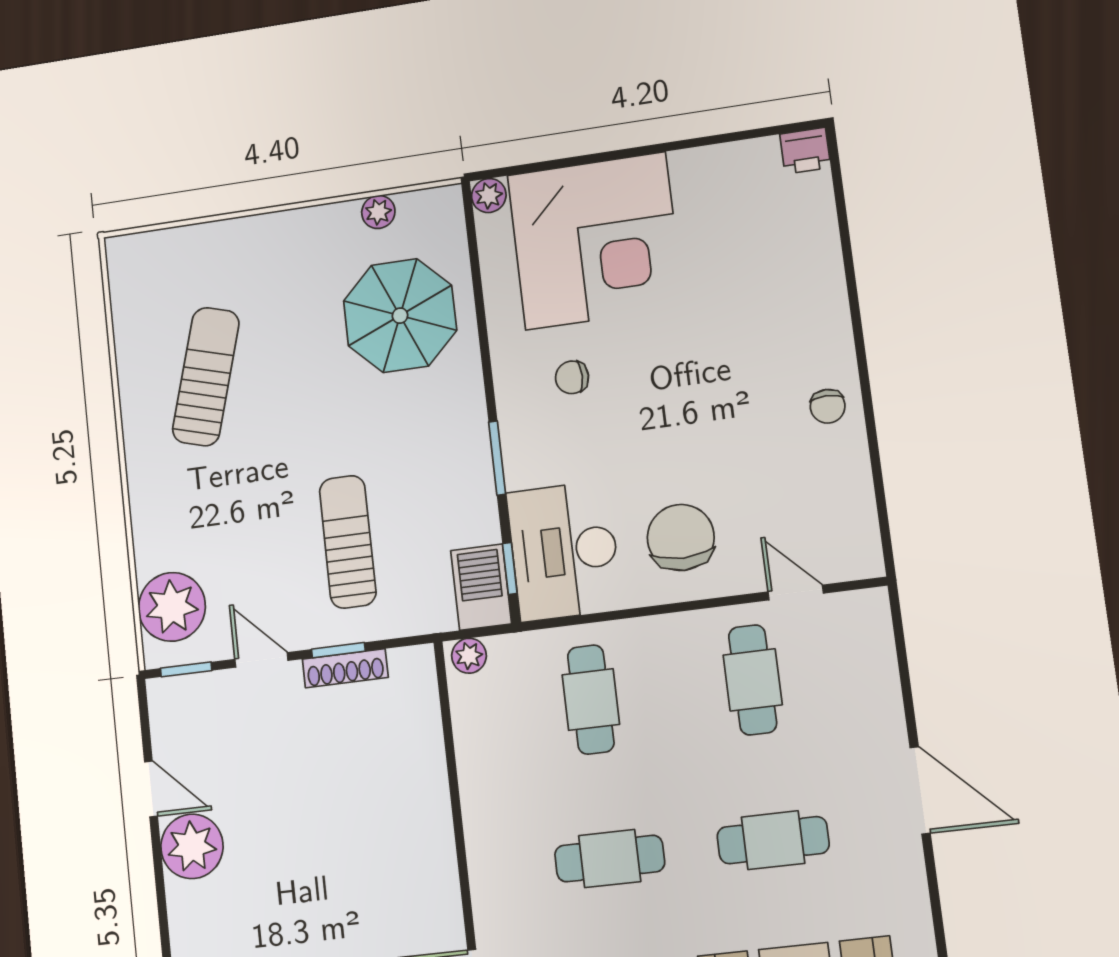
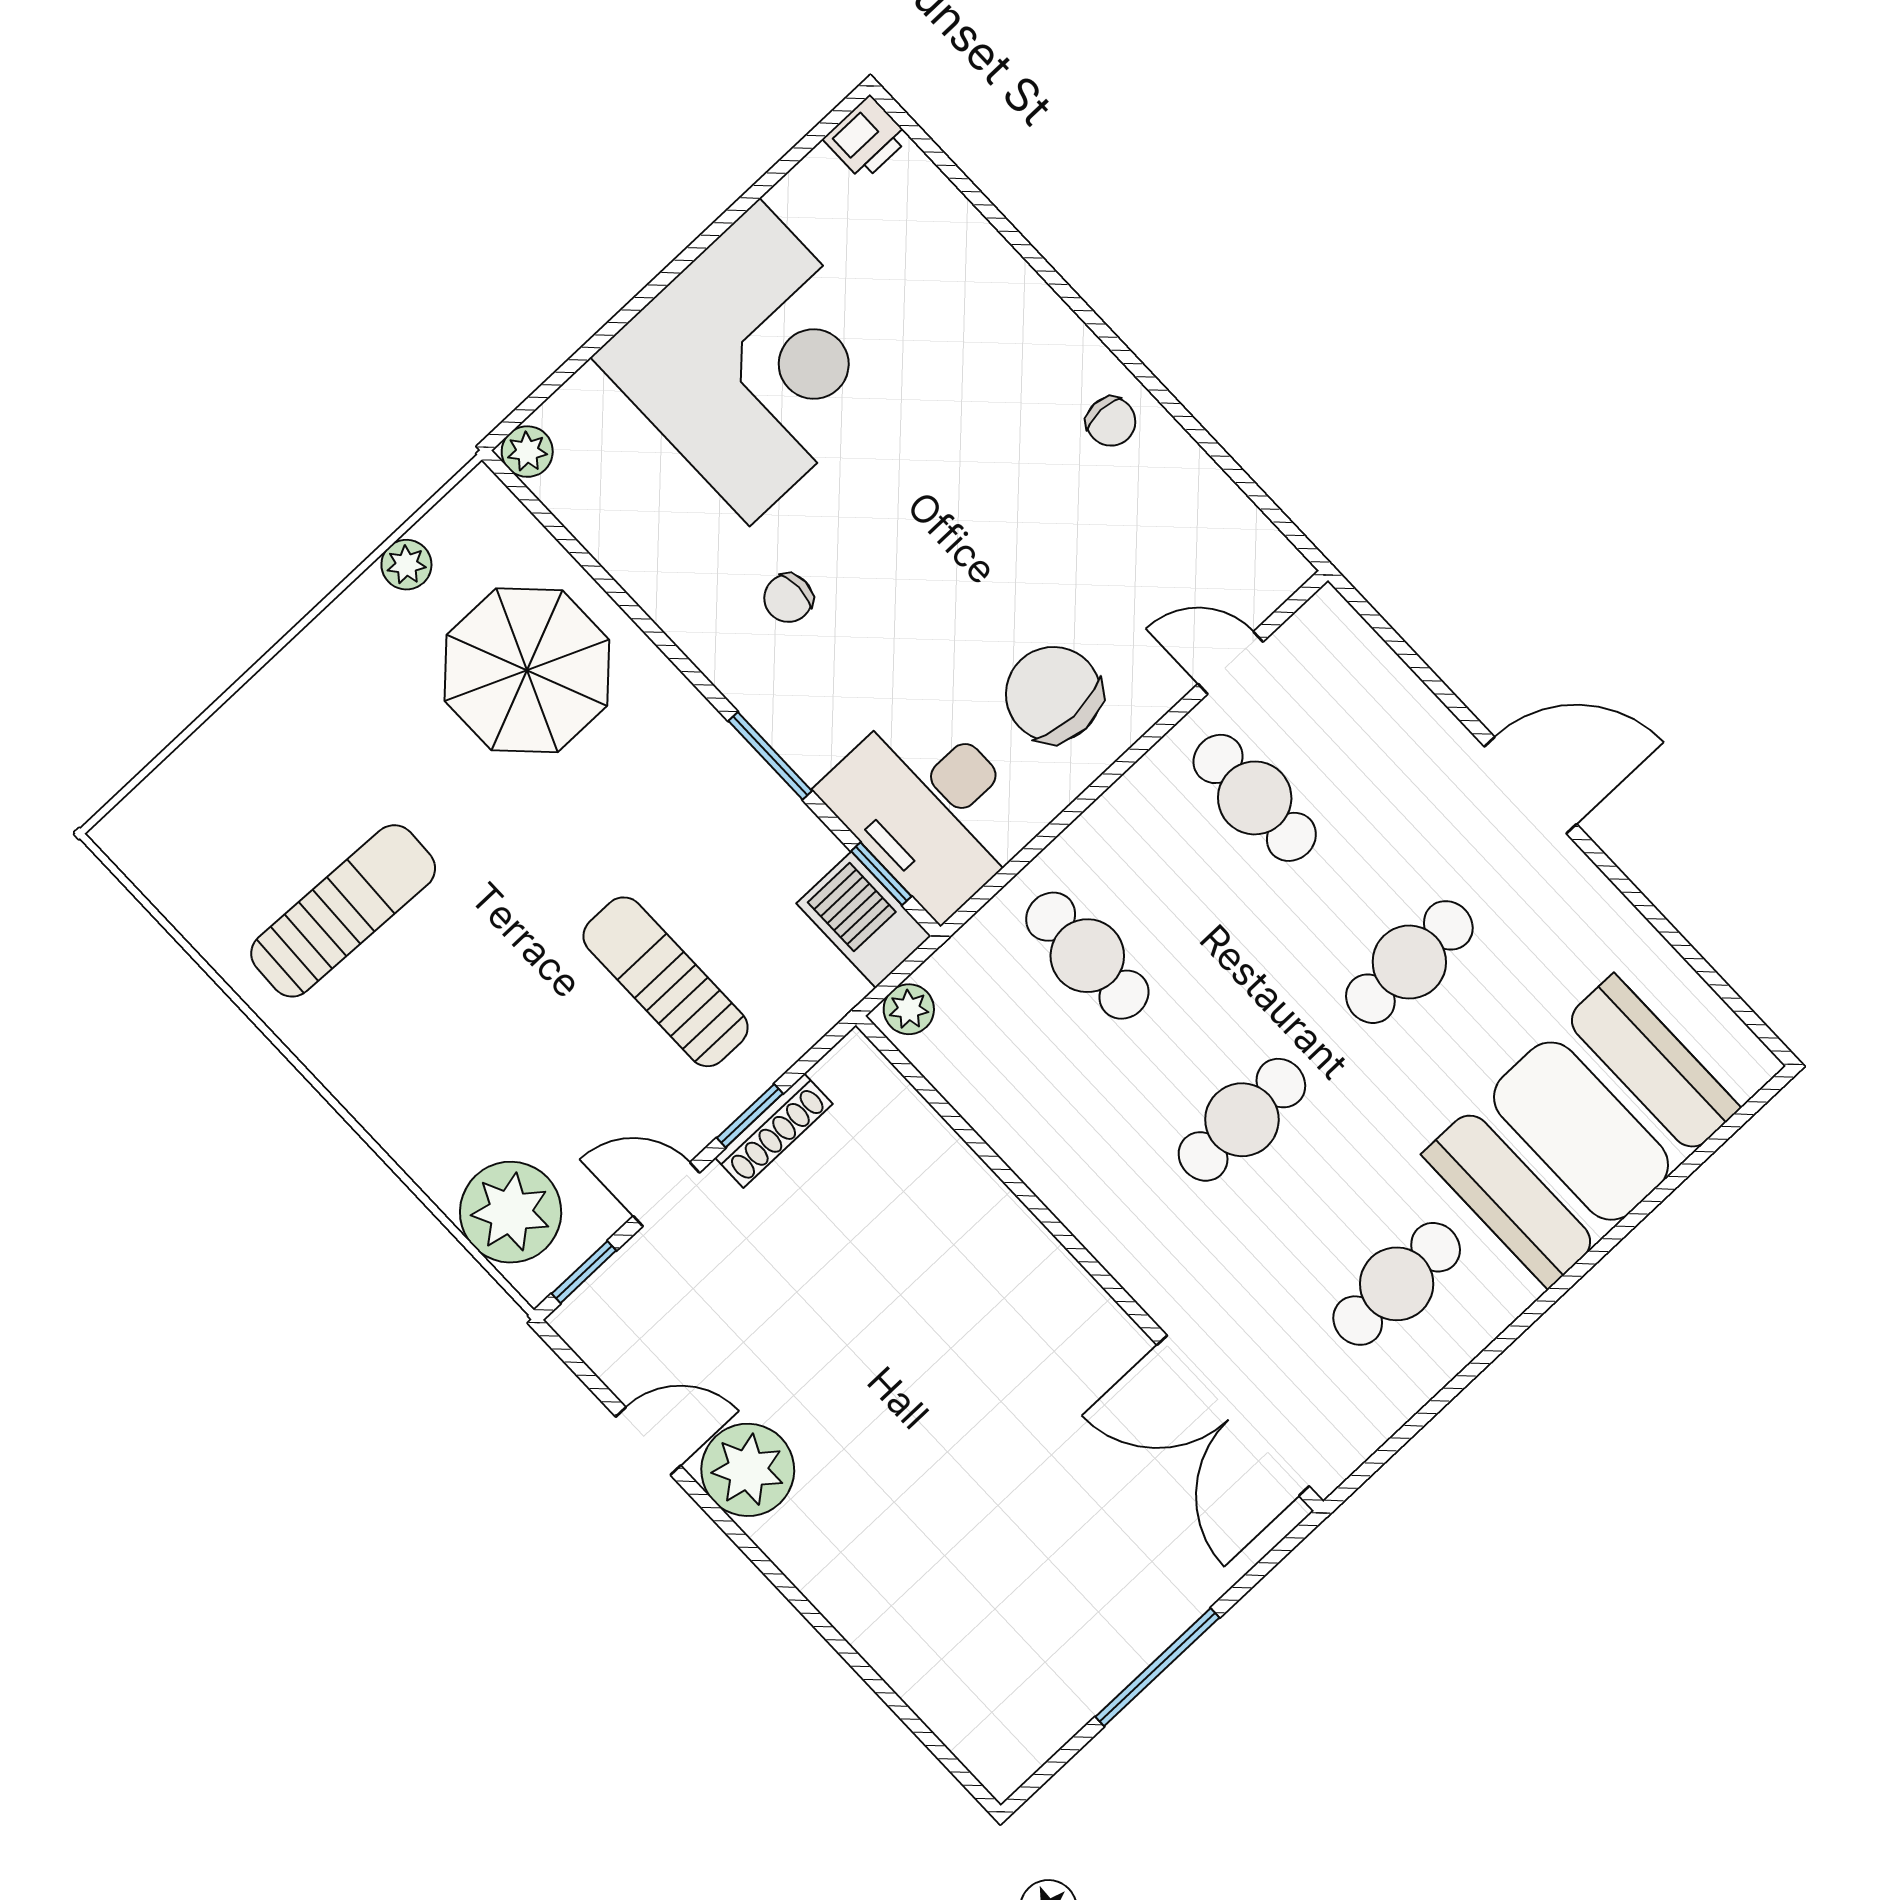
corner desk: (595, 241) -> (754, 362), moved
sun lounger: (206, 377) -> (343, 911), turned 76

